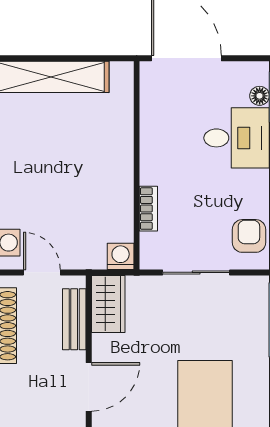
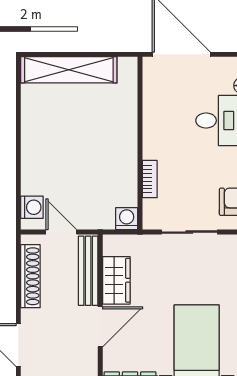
wardrobe: (108, 304) -> (116, 280), moved
bench: (74, 319) -> (88, 271), width x1.36

